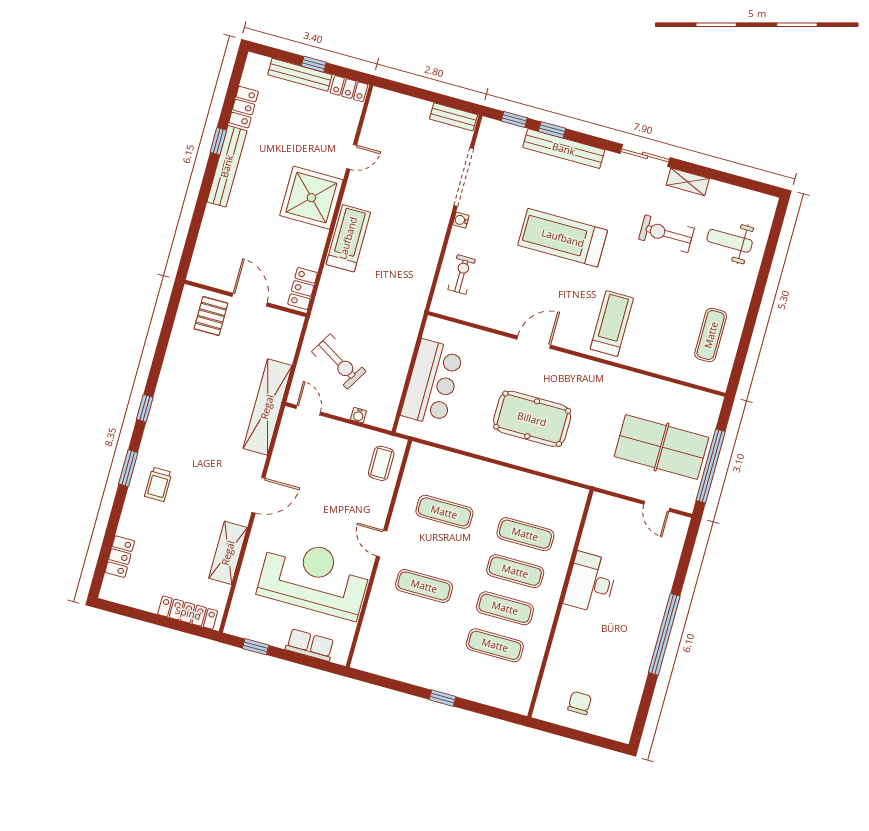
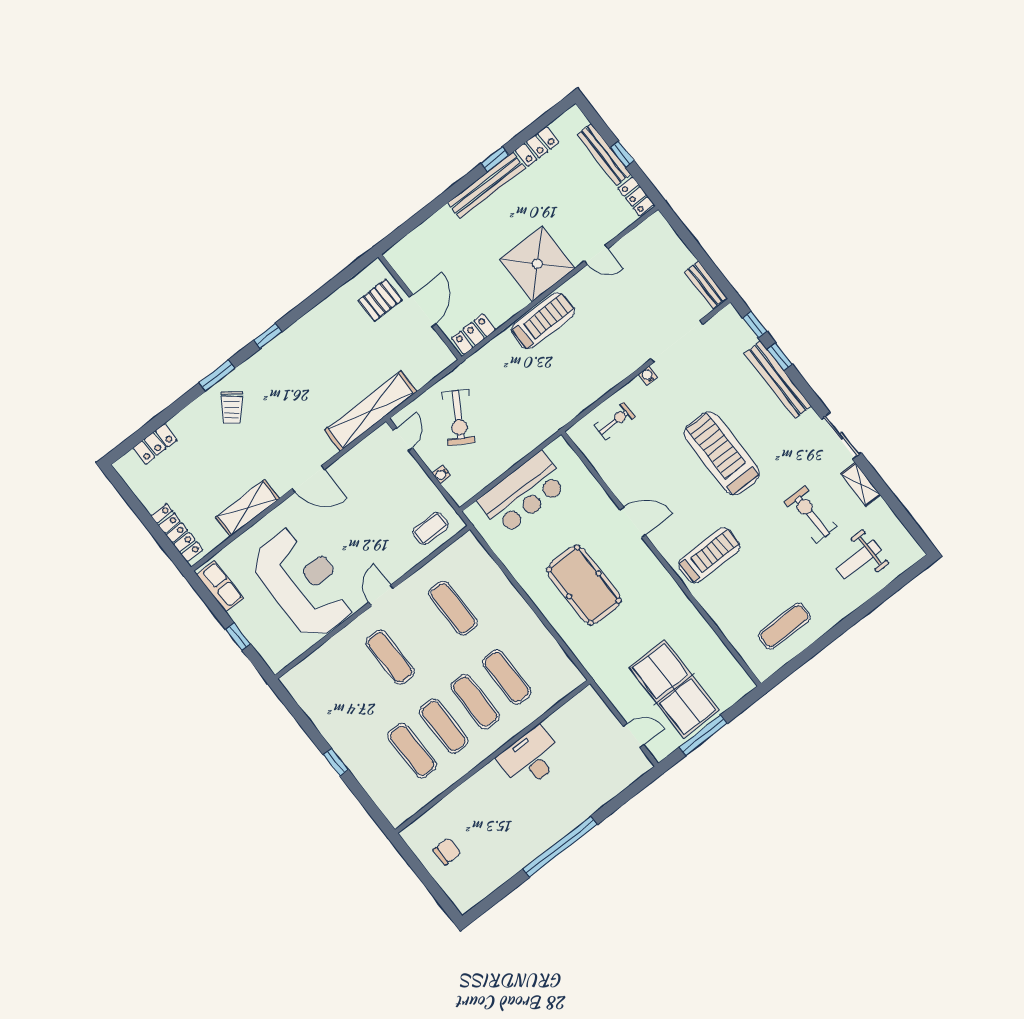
weight bench: (730, 241) -> (859, 559), turned -90
window: (711, 466) -> (703, 735), width x0.68
trolley: (158, 484) -> (232, 408), turned -52
door: (657, 506) -> (633, 735), swing flipped
row of seats: (310, 645) -> (220, 586), moved
window: (256, 647) -> (238, 637), moved

